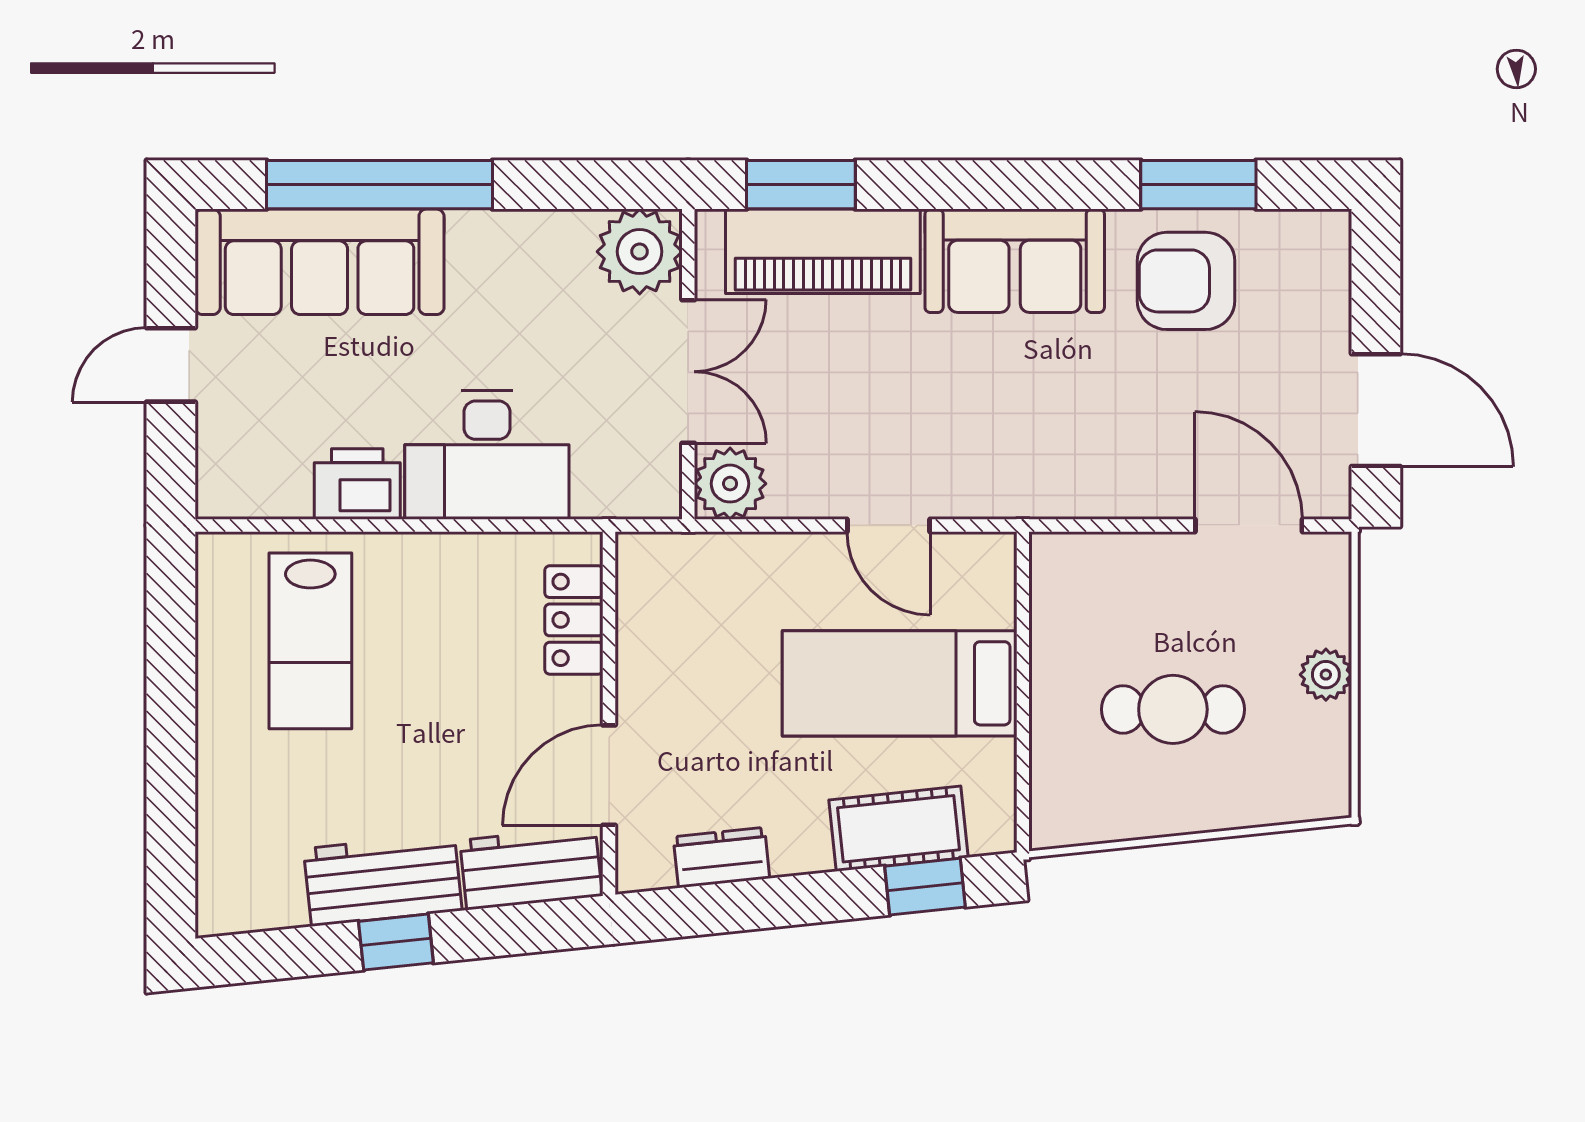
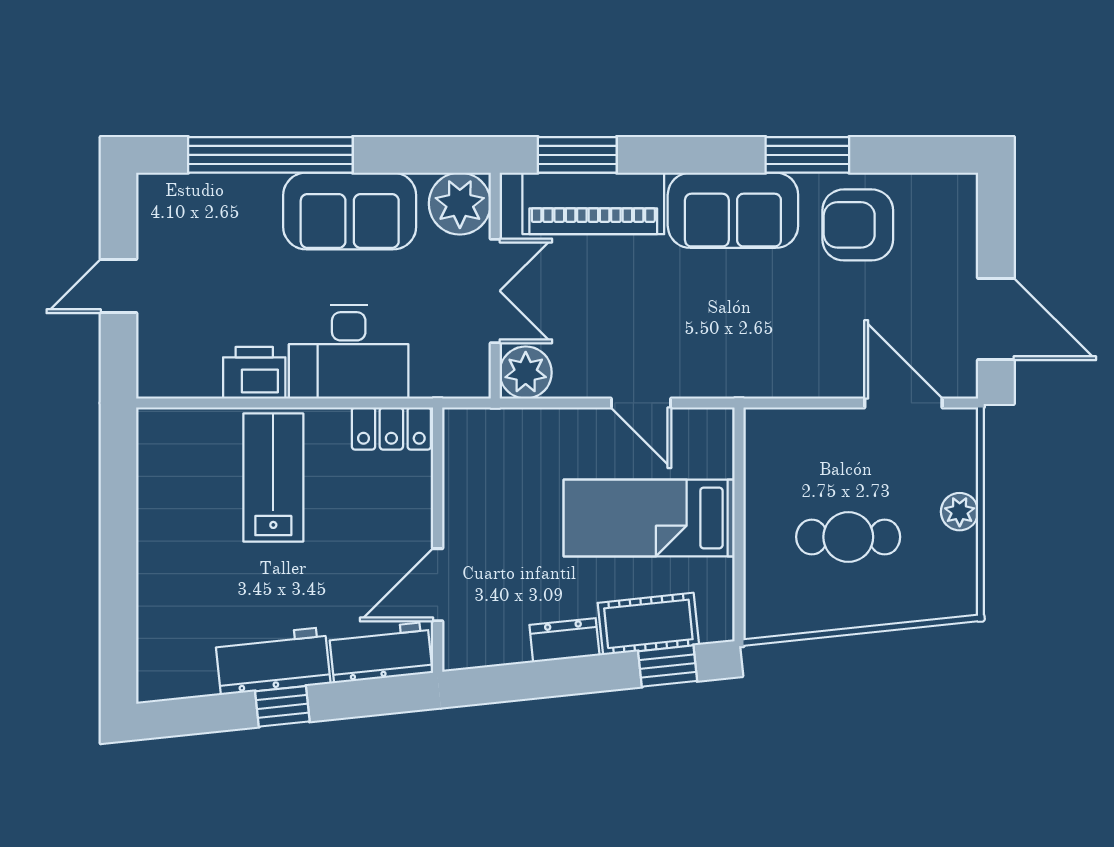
window: (1198, 185) -> (807, 155), moved
sofa: (320, 262) -> (350, 211), moved, width x0.73
locker: (574, 620) -> (391, 429), moved, turned -90
lab bench: (310, 641) -> (273, 477), moved, turned 180
dresser: (722, 858) -> (564, 640), moved

